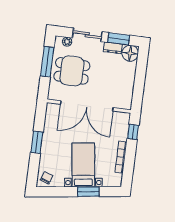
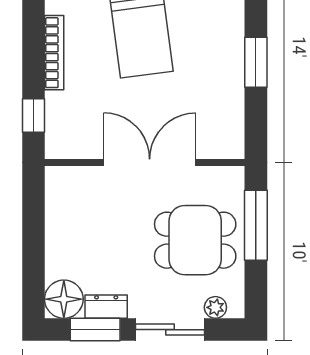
window: (47, 62) -> (256, 225), moved
double door: (87, 106) -> (150, 162), width x0.73

